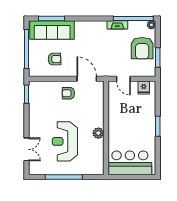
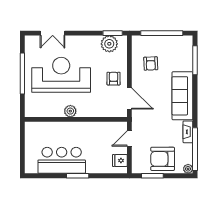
sofa: (52, 30) -> (182, 96), moved
door: (87, 79) -> (129, 98), hinge flipped
plant: (36, 97) -> (109, 44), added
reception desk: (65, 141) -> (61, 75), width x1.36, depth x1.30
bar counter: (130, 163) -> (62, 160), moved, turned -90

